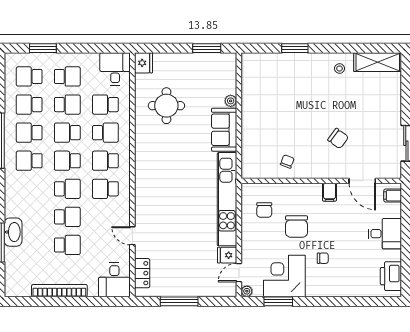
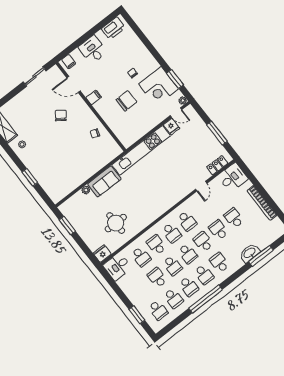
school desk: (67, 76) -> (219, 263), moved
door: (362, 181) -> (74, 84), swing flipped
chair: (264, 210) -> (131, 125), removed

